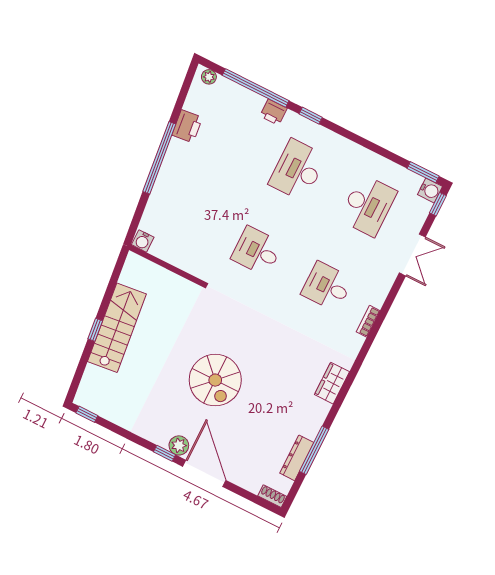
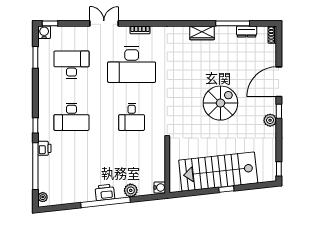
printer: (187, 126) -> (105, 192), moved
window: (423, 172) -> (35, 57), moved
plant: (158, 200) -> (131, 190), added
double door: (412, 255) -> (104, 23), moved
desk: (327, 286) -> (132, 65), width x1.87, depth x1.30
stairs: (117, 328) -> (218, 172), width x1.36, depth x1.51
wardrobe: (332, 383) -> (202, 33), moved
plant: (179, 445) -> (270, 120), moved
dresser: (297, 458) -> (247, 32), width x0.70

